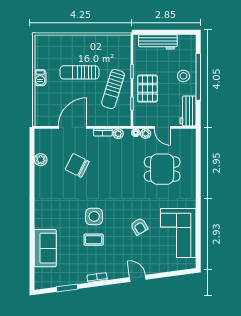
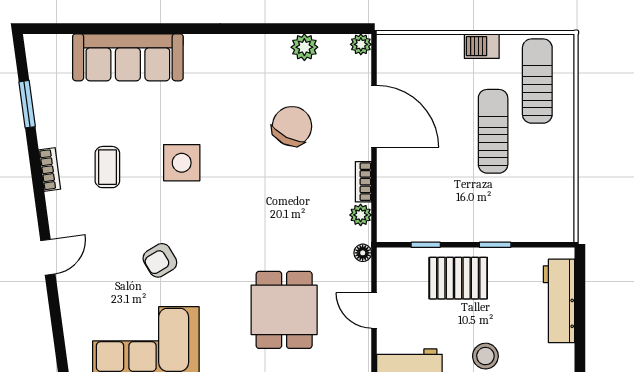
sun lounger: (113, 89) -> (537, 81), moved, turned 73
door: (162, 127) -> (374, 310), hinge flipped
plant: (146, 134) -> (361, 44), moved
coffee table: (94, 240) -> (107, 167), moved
sofa: (45, 248) -> (128, 57), width x1.36

